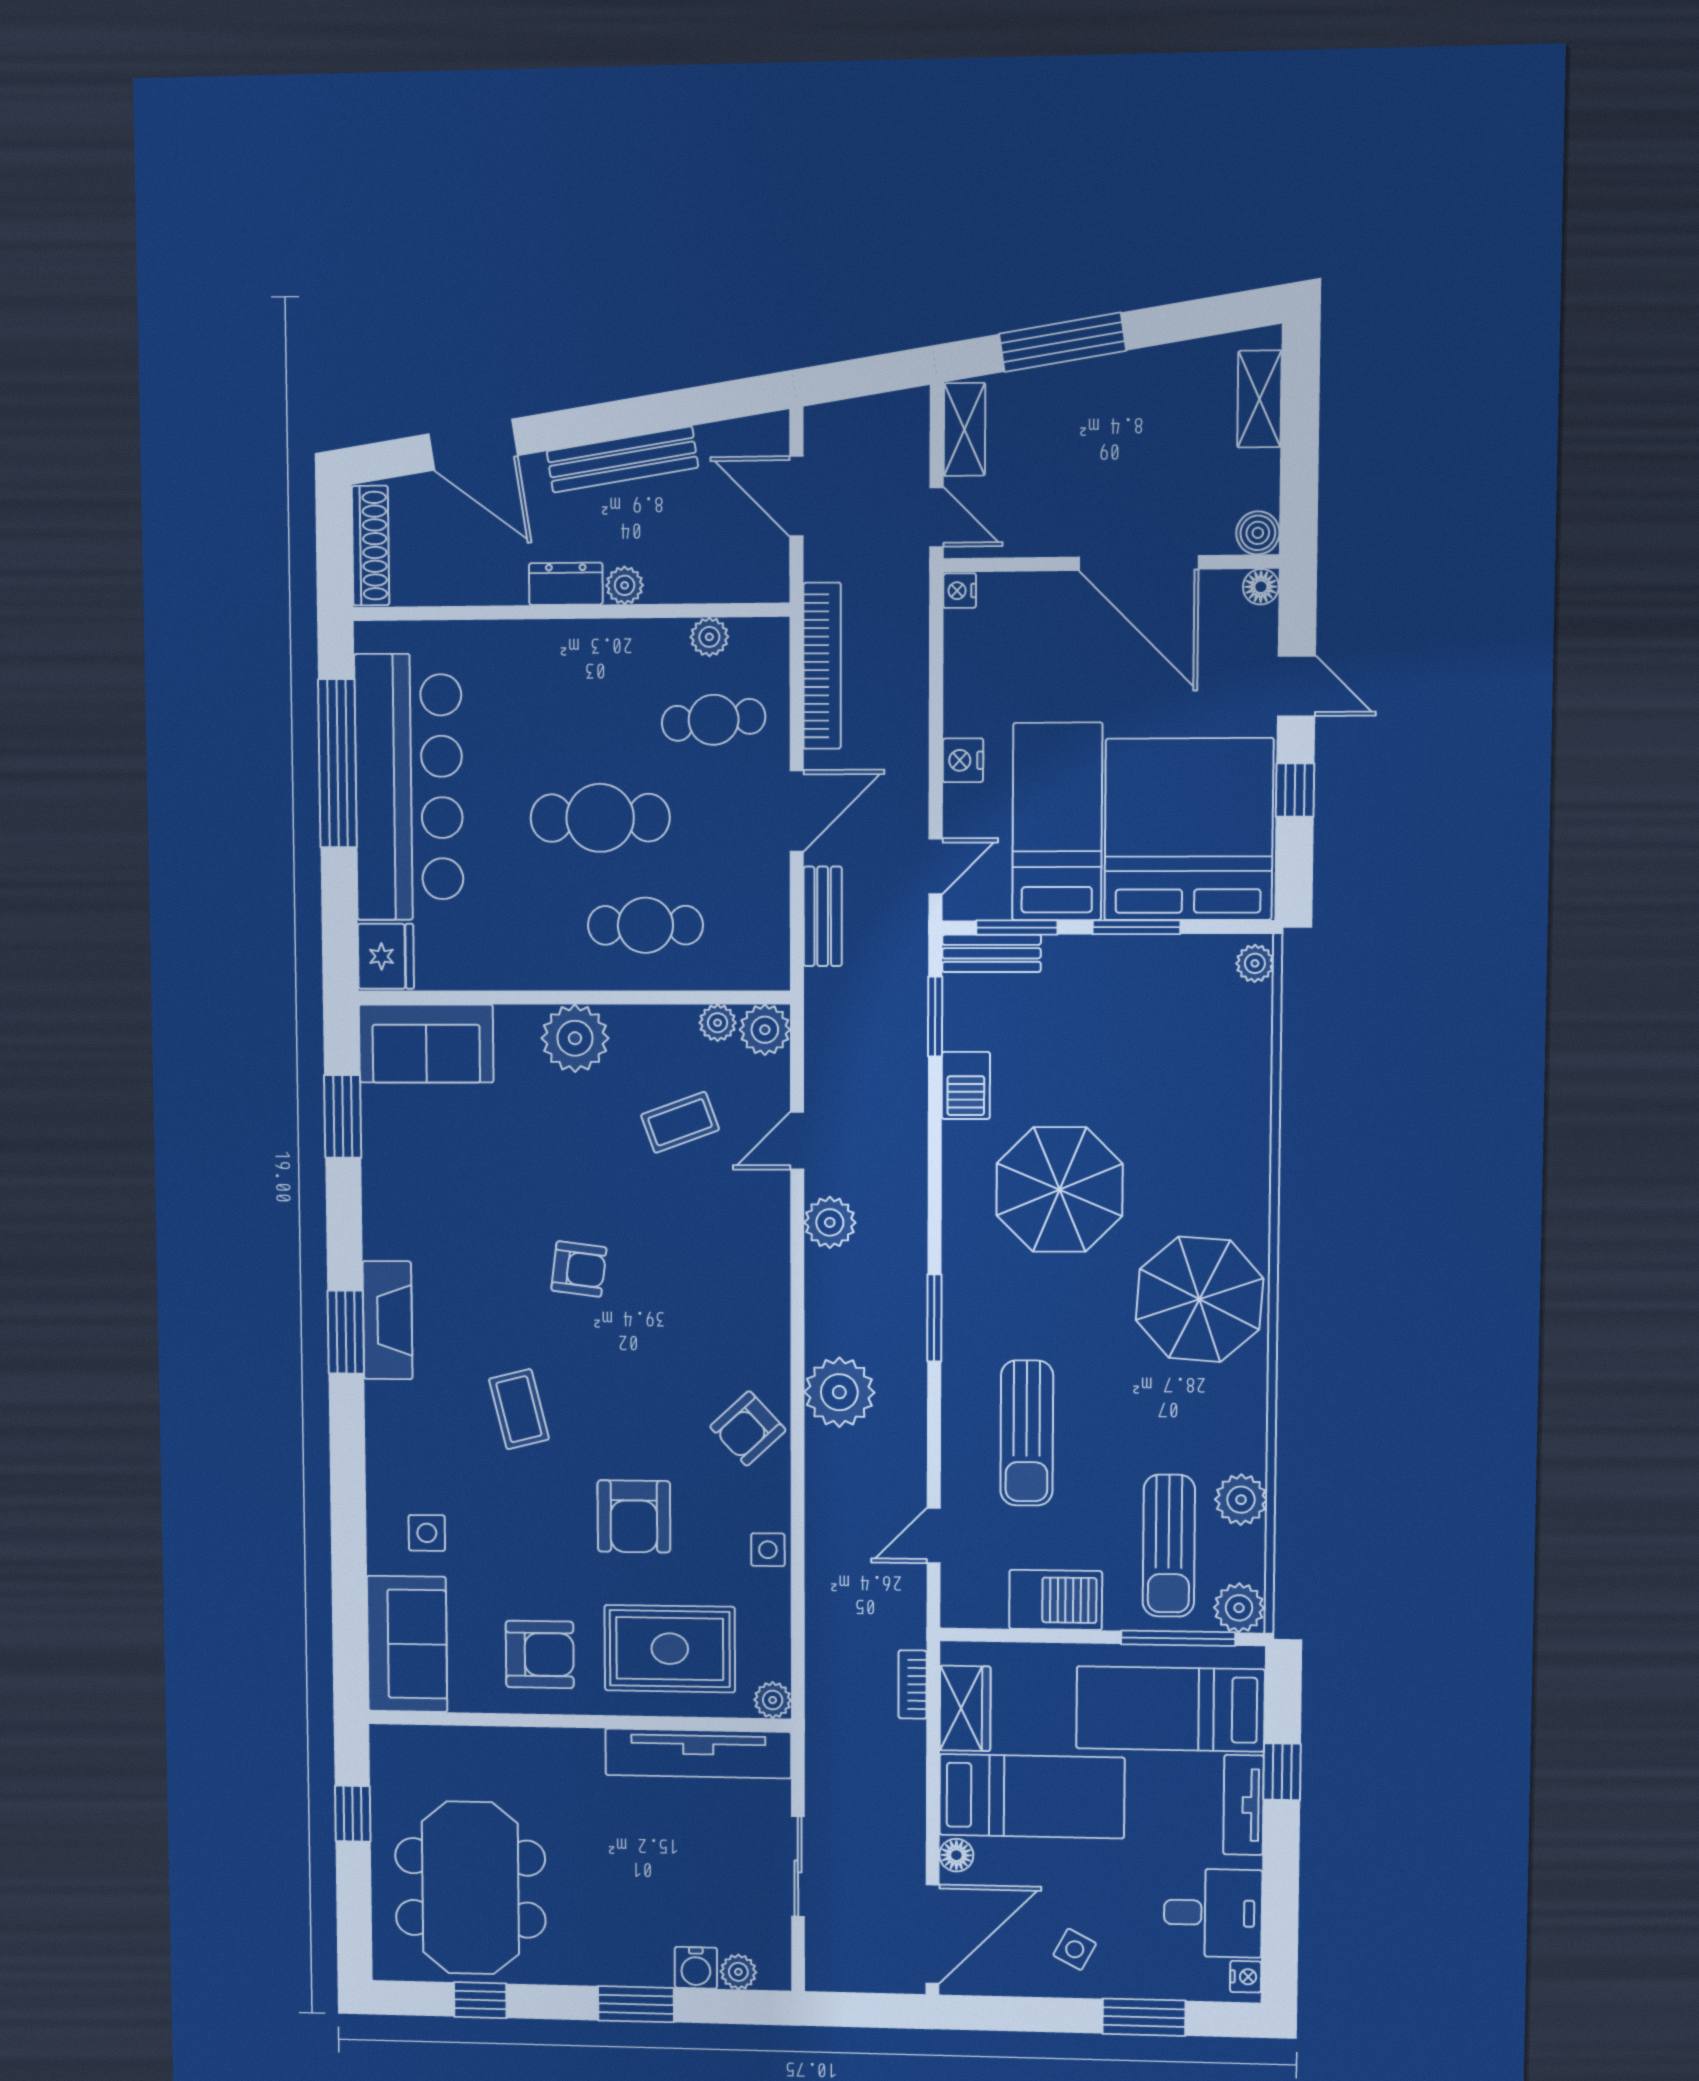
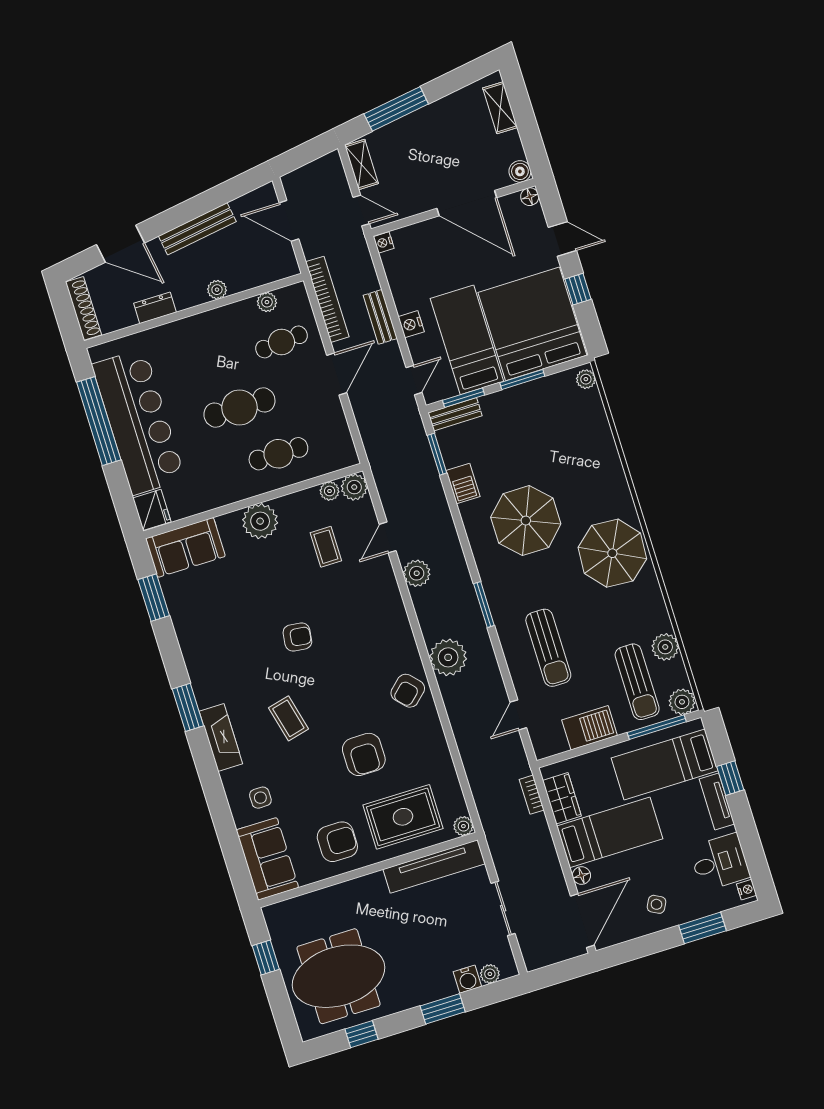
dresser: (566, 584) -> (155, 308), moved
bench: (823, 916) -> (380, 317), moved
coffee table: (680, 1122) -> (326, 547), turned -70
fireplace: (387, 1320) -> (221, 737), moved
side table: (768, 1550) -> (437, 749), removed
meeting table: (470, 1888) -> (339, 976), turned 90

